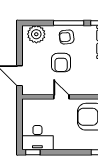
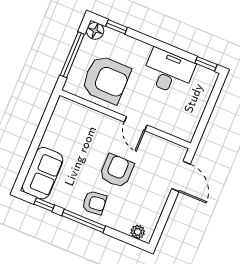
plant: (36, 34) -> (138, 232), width x0.53, depth x0.53
desk: (37, 138) -> (168, 72), moved

